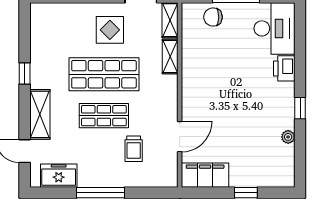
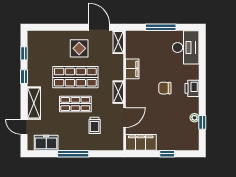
chair: (213, 17) -> (165, 88), moved
window: (25, 38) -> (24, 53), added
shelving: (170, 56) -> (118, 92), moved
filing cabinet: (192, 62) -> (132, 69), added
printer: (284, 68) -> (192, 88), moved
window: (300, 108) -> (202, 122), moved

